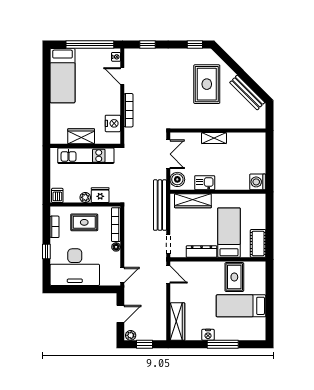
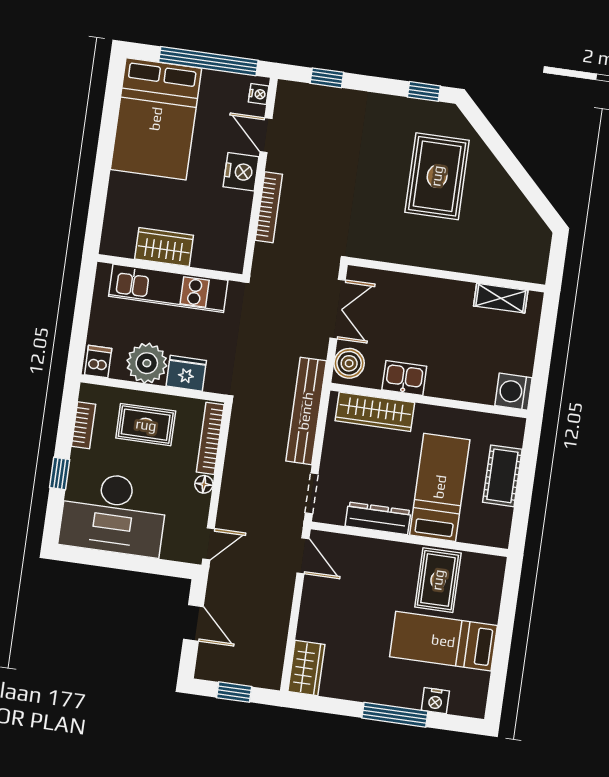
bed: (63, 76) -> (156, 119), width x1.50
bench: (247, 92) -> (518, 205), removed
nightstand: (113, 123) -> (241, 172), moved
shelving: (214, 138) -> (501, 298), moved
plant: (85, 197) -> (147, 363), width x1.87, depth x1.87
cot: (258, 243) -> (502, 476), moved
door: (120, 314) -> (193, 623), hinge flipped
wardrobe: (177, 322) -> (306, 668), width x0.67
plant: (131, 335) -> (208, 670), removed
nightstand: (208, 335) -> (435, 701), moved

